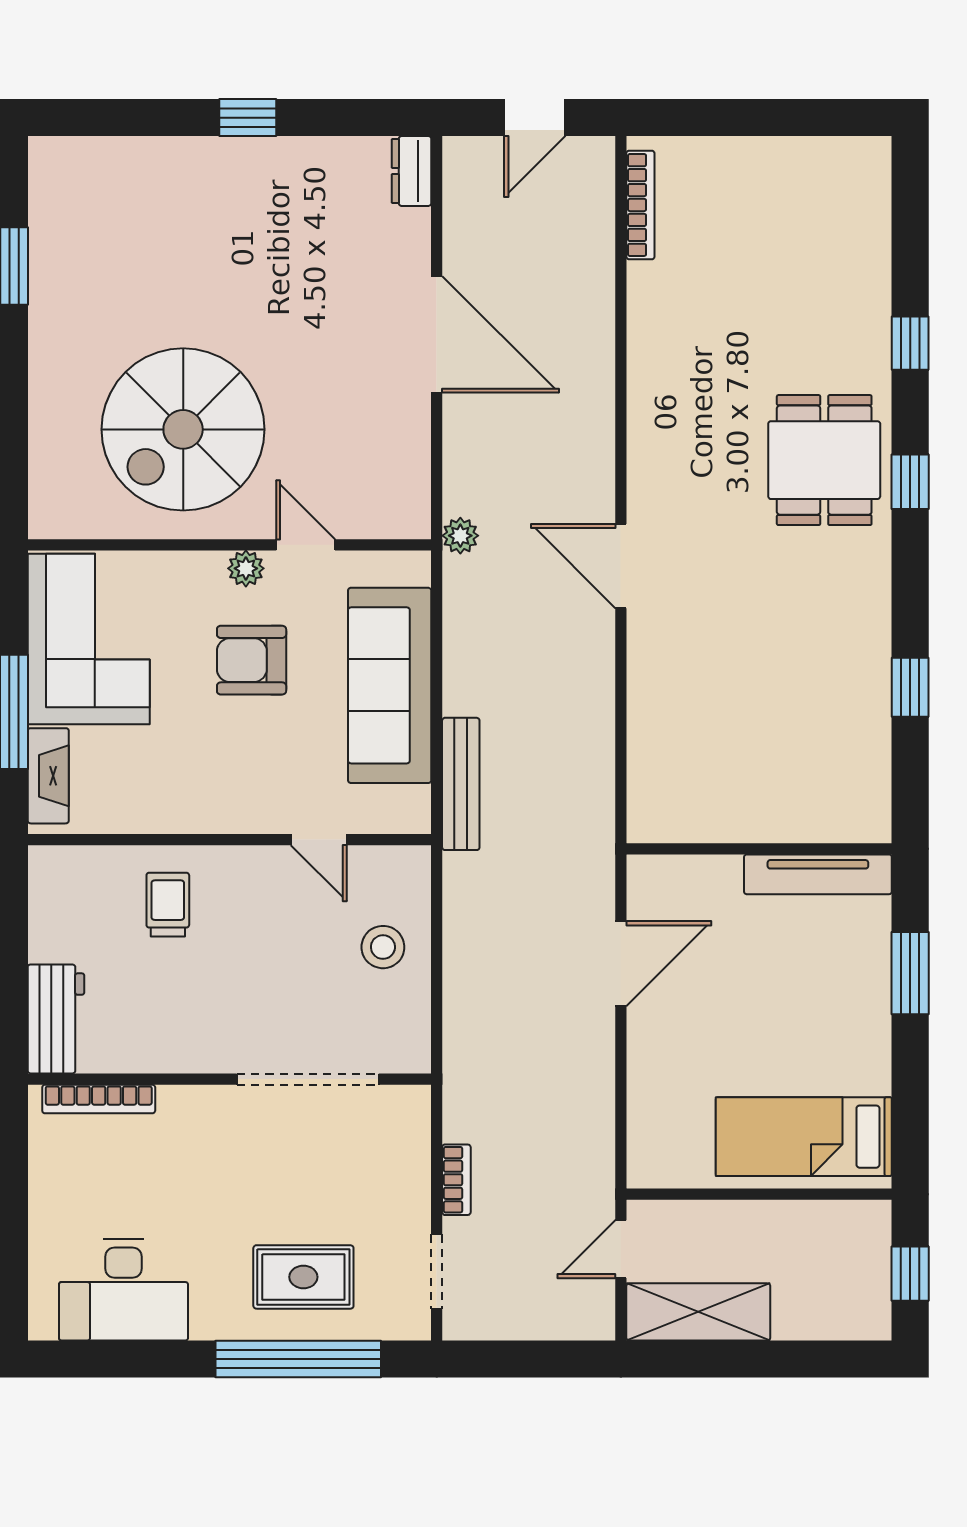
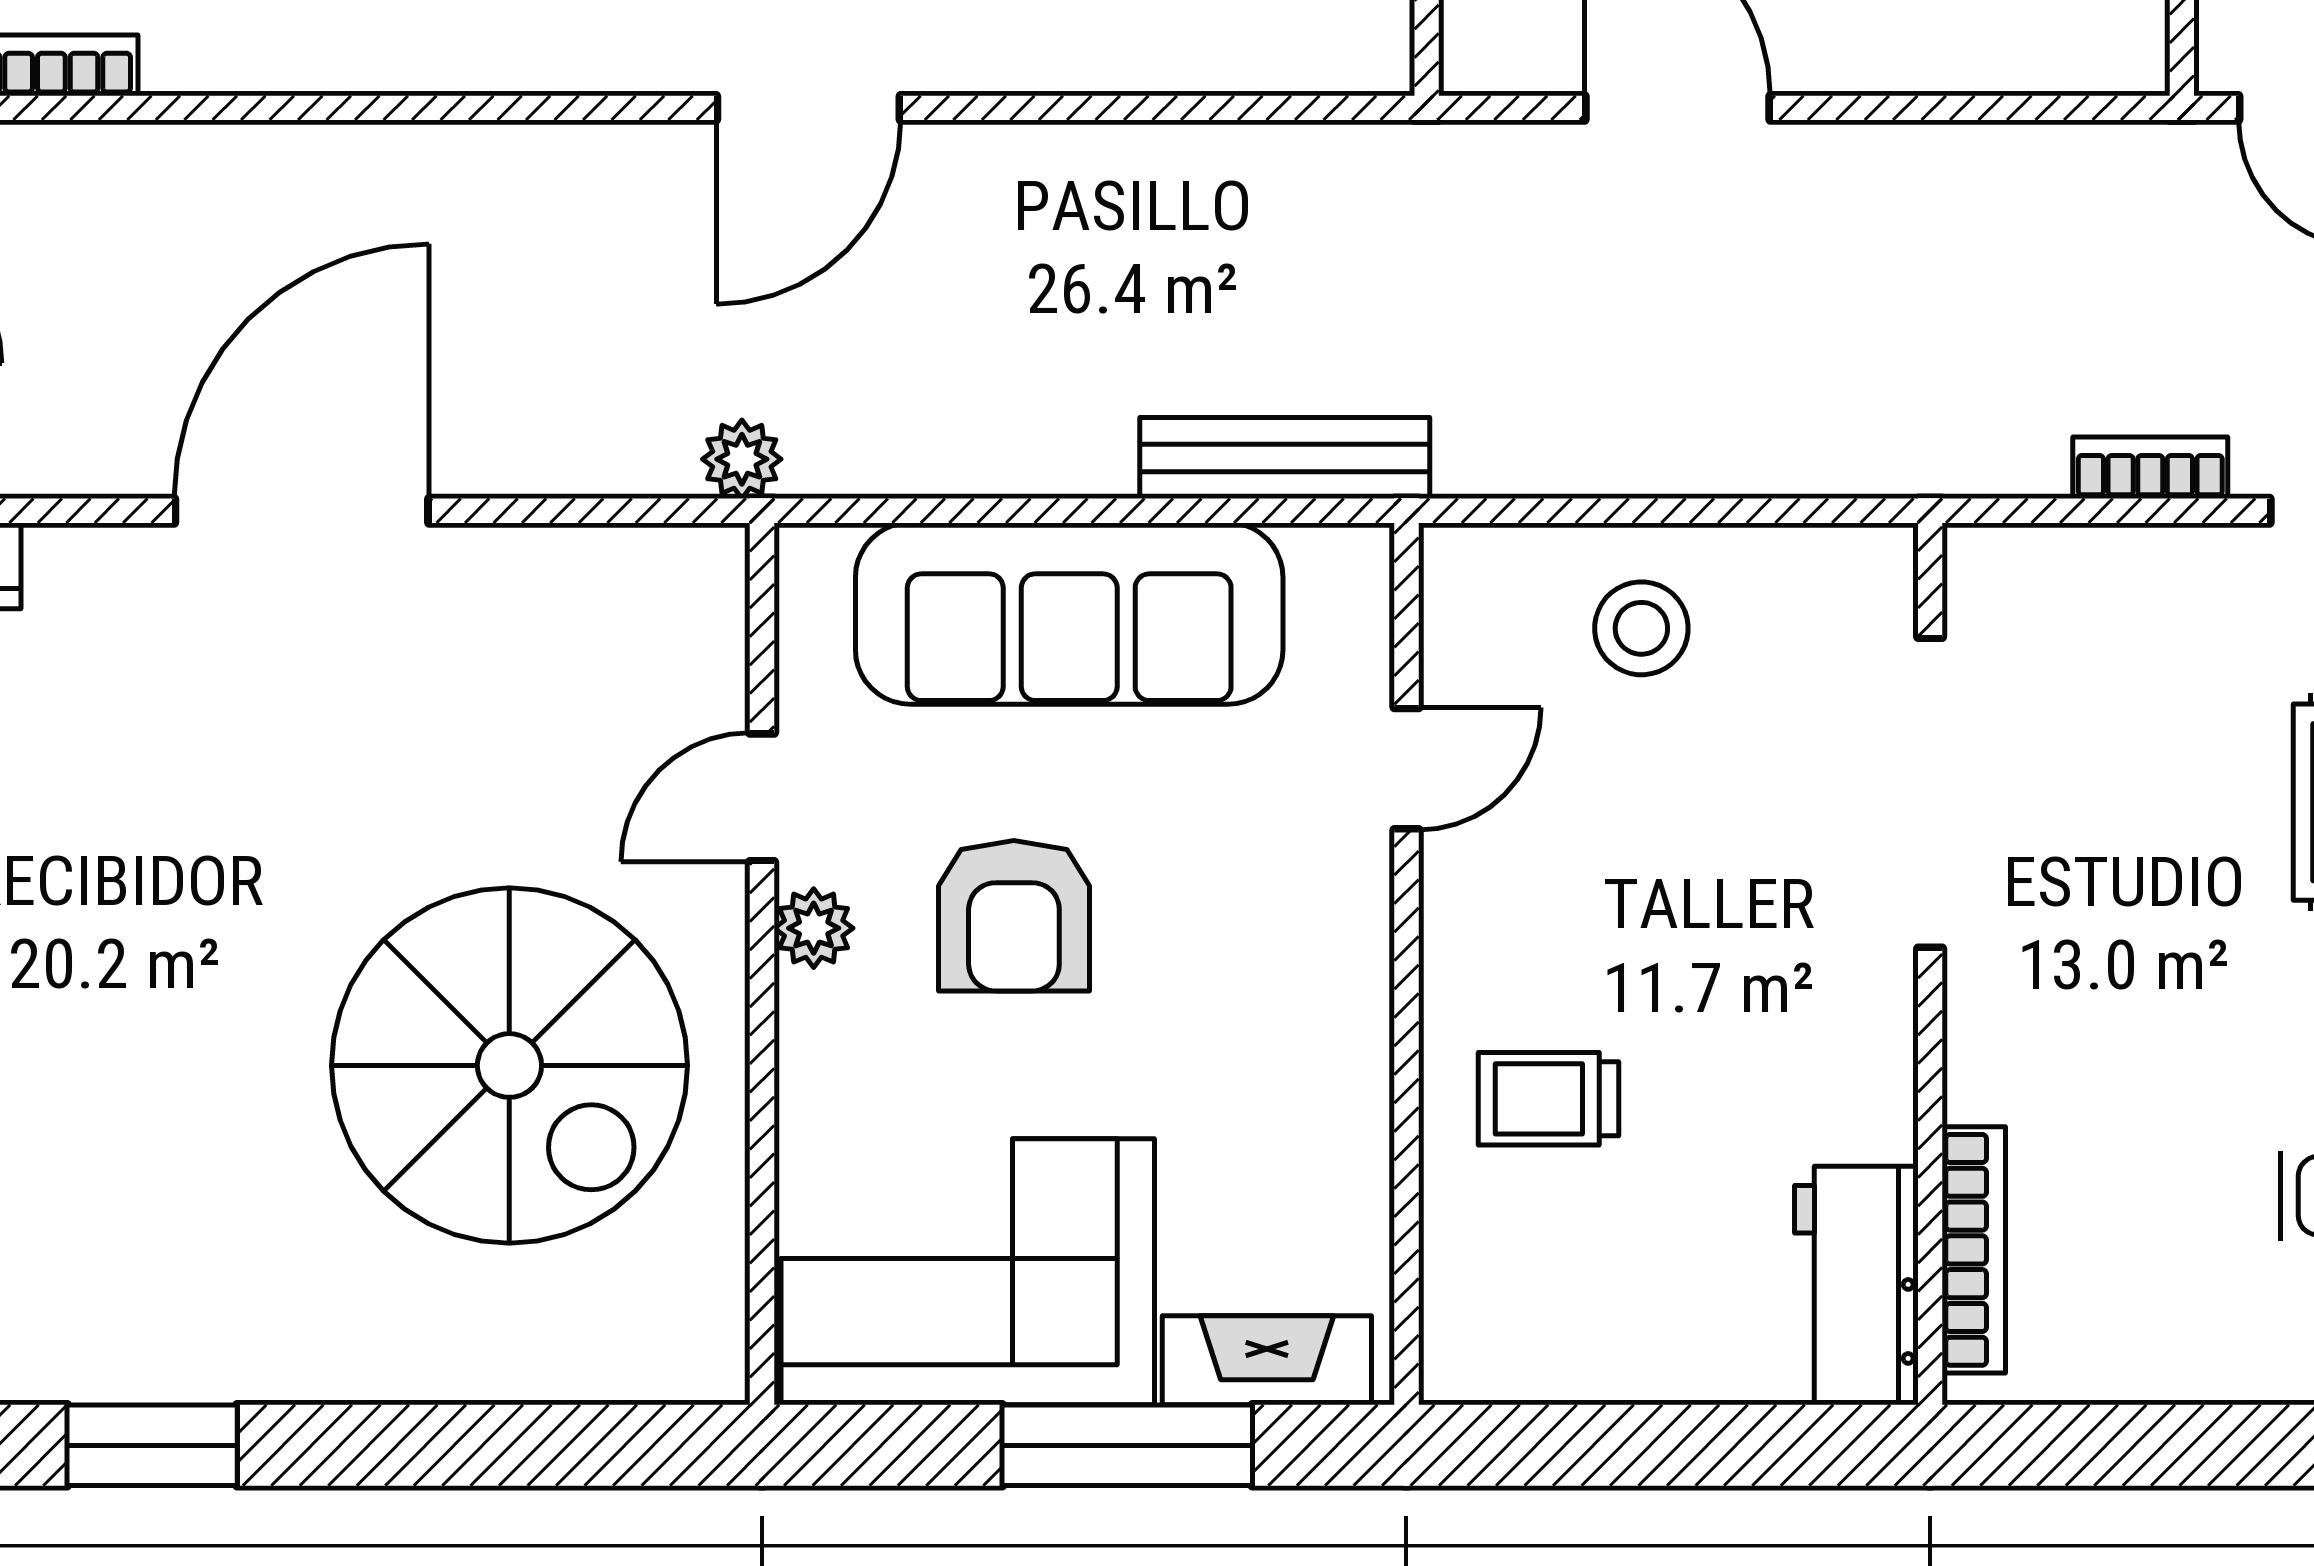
workbench: (56, 1019) -> (1856, 1286), moved, turned -90

